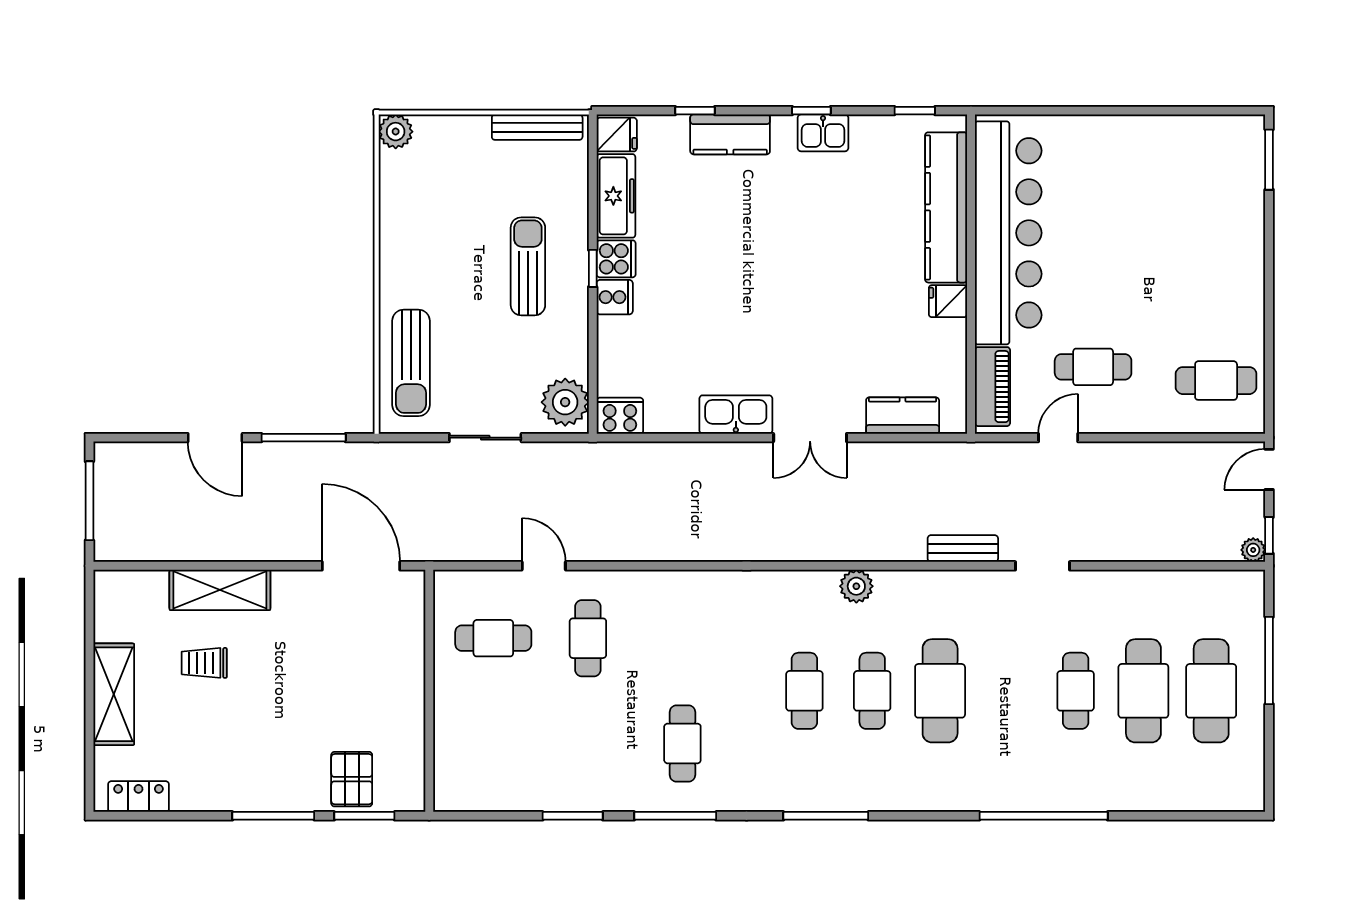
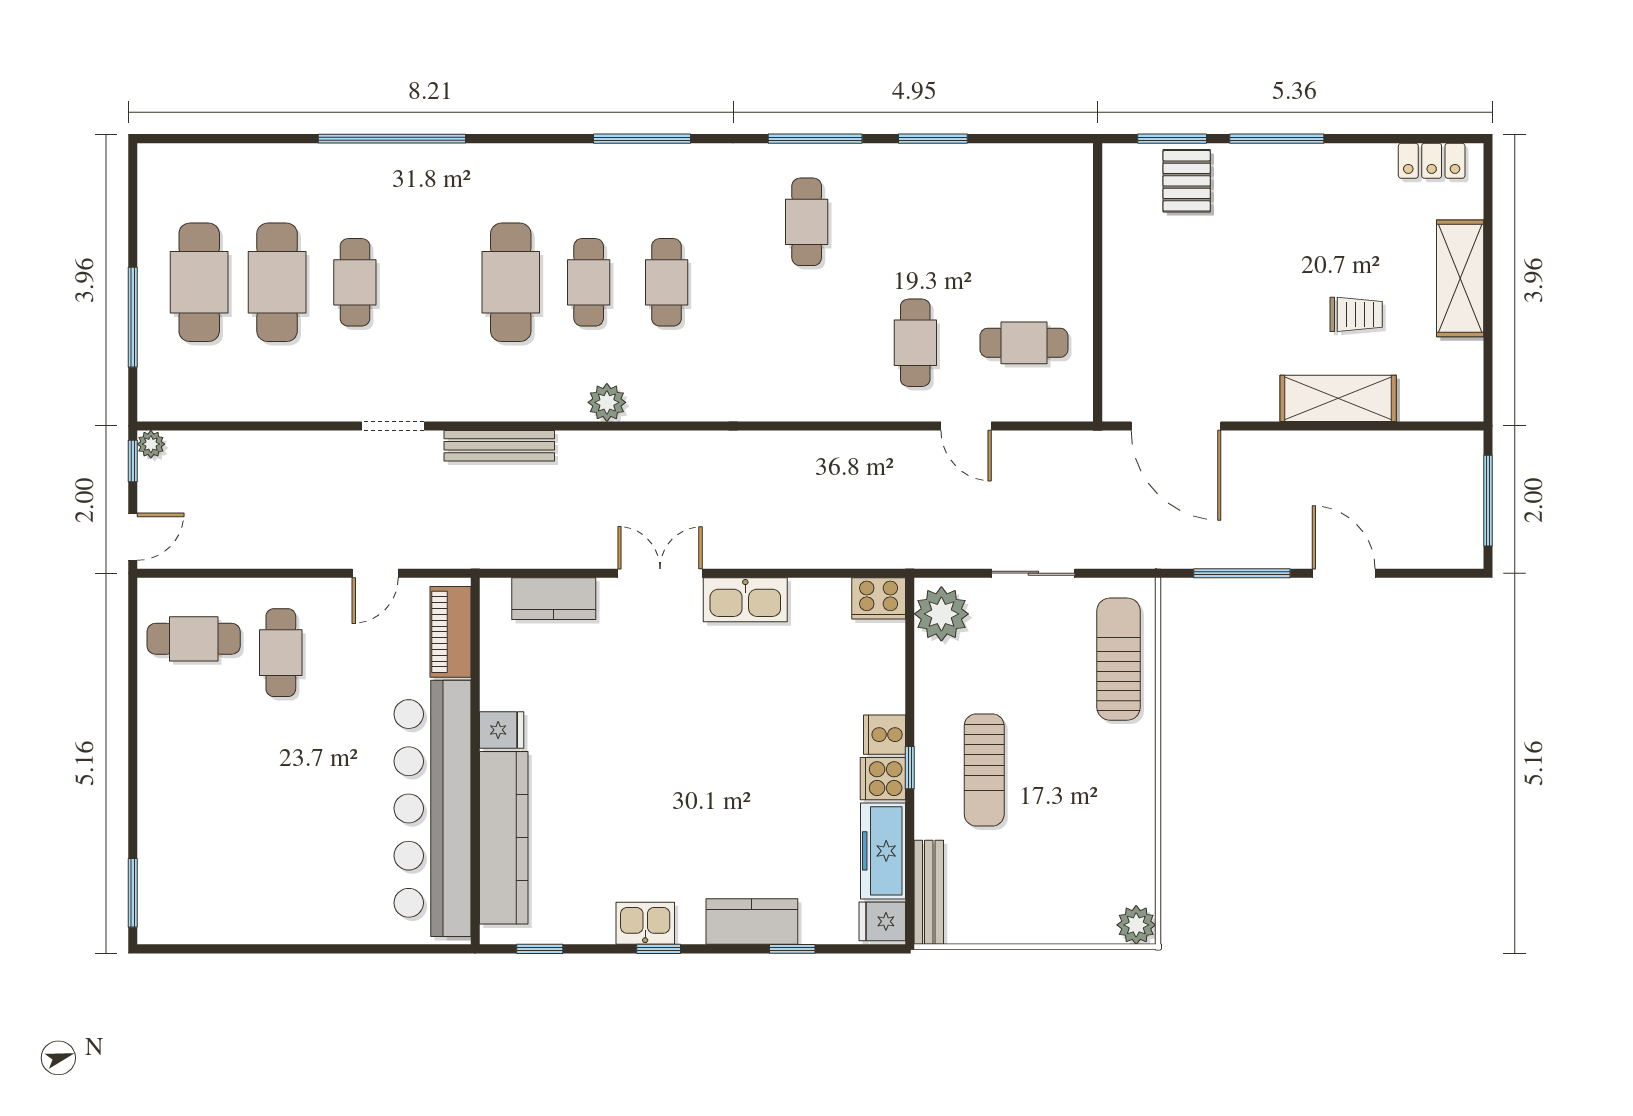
bench: (537, 127) -> (929, 892), moved, turned 90
cafe table: (1093, 367) -> (281, 653), moved, turned 90
bench: (963, 549) -> (499, 446), width x1.36

